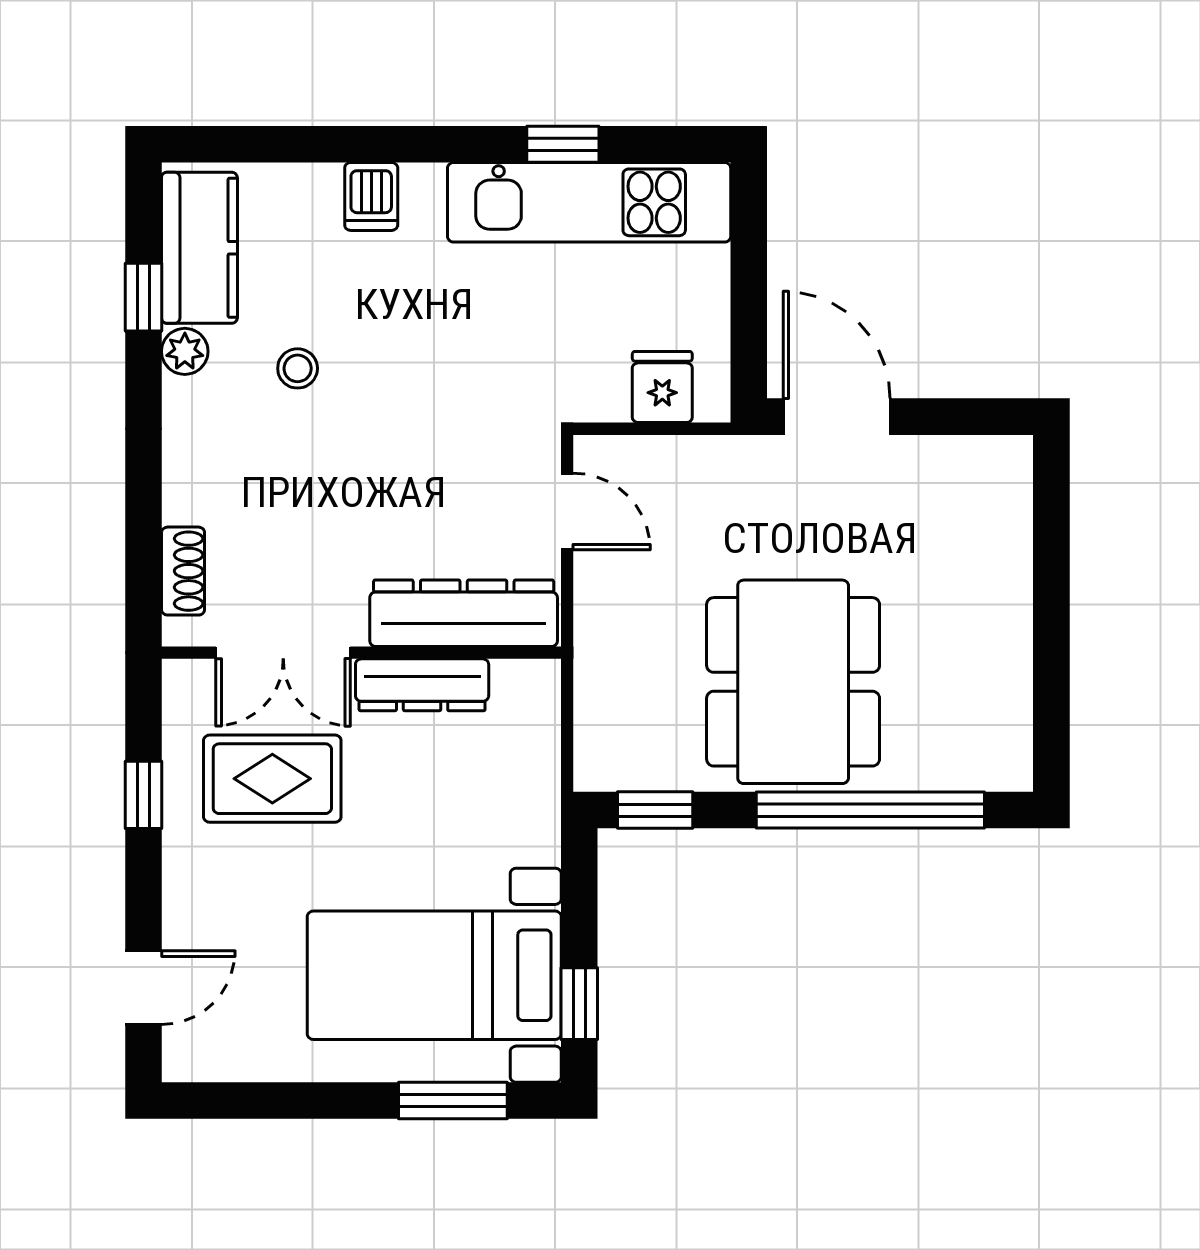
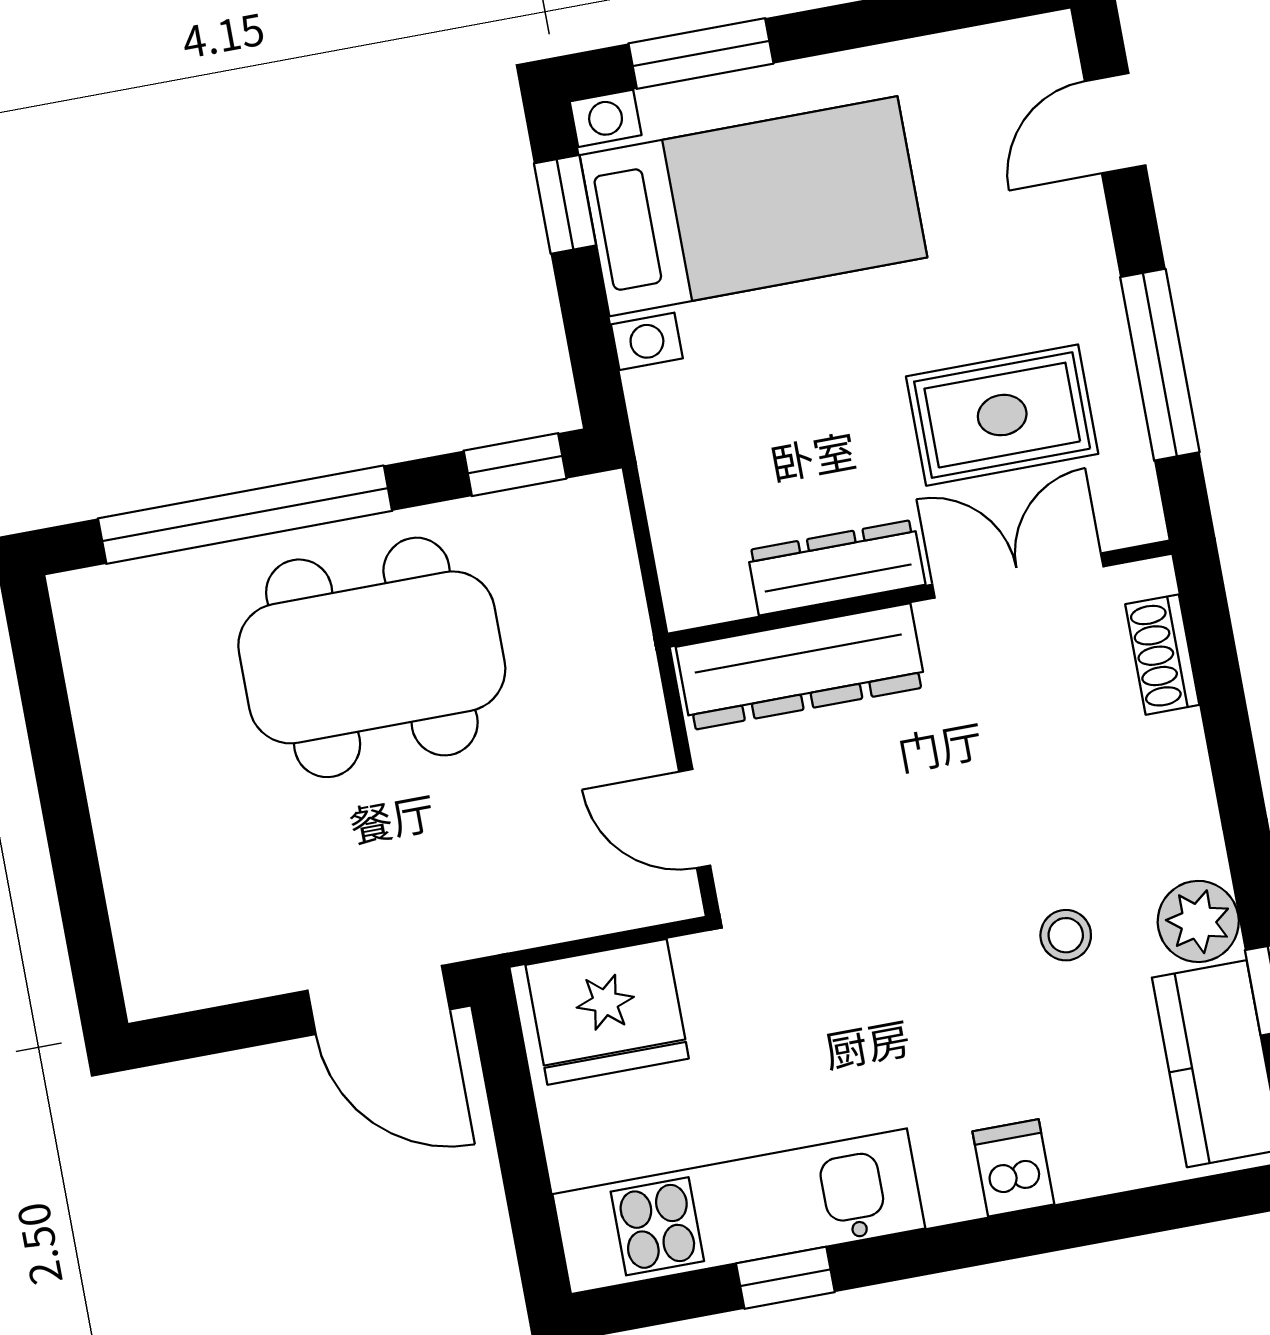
plant: (185, 351) -> (1198, 921), width x1.38, depth x1.38
fridge: (662, 387) -> (607, 1012), width x1.88, depth x1.34
dining table: (793, 682) -> (372, 657), turned 90
window: (143, 795) -> (1160, 365), width x2.17

